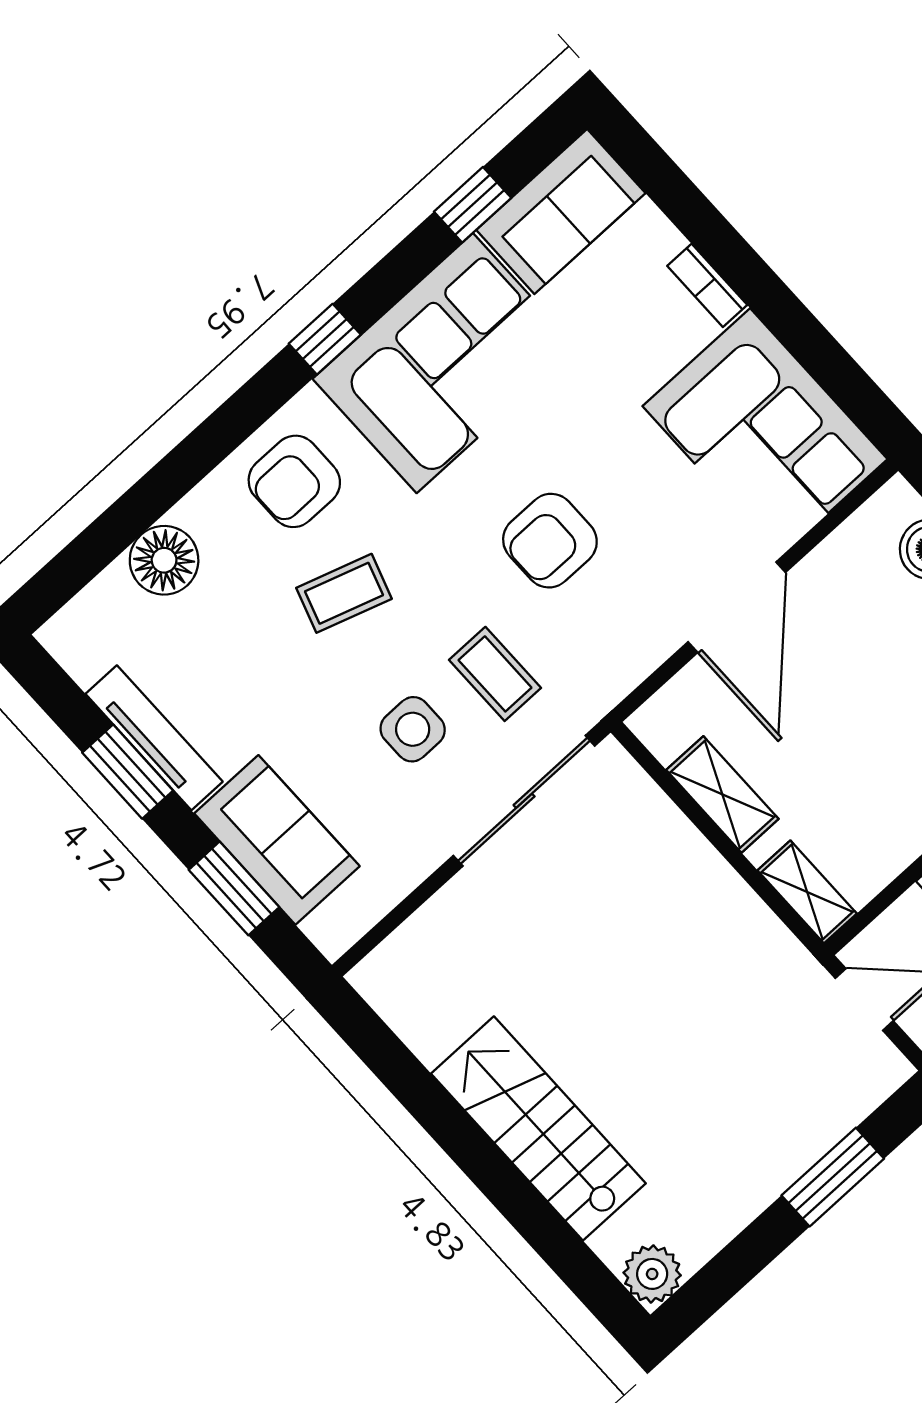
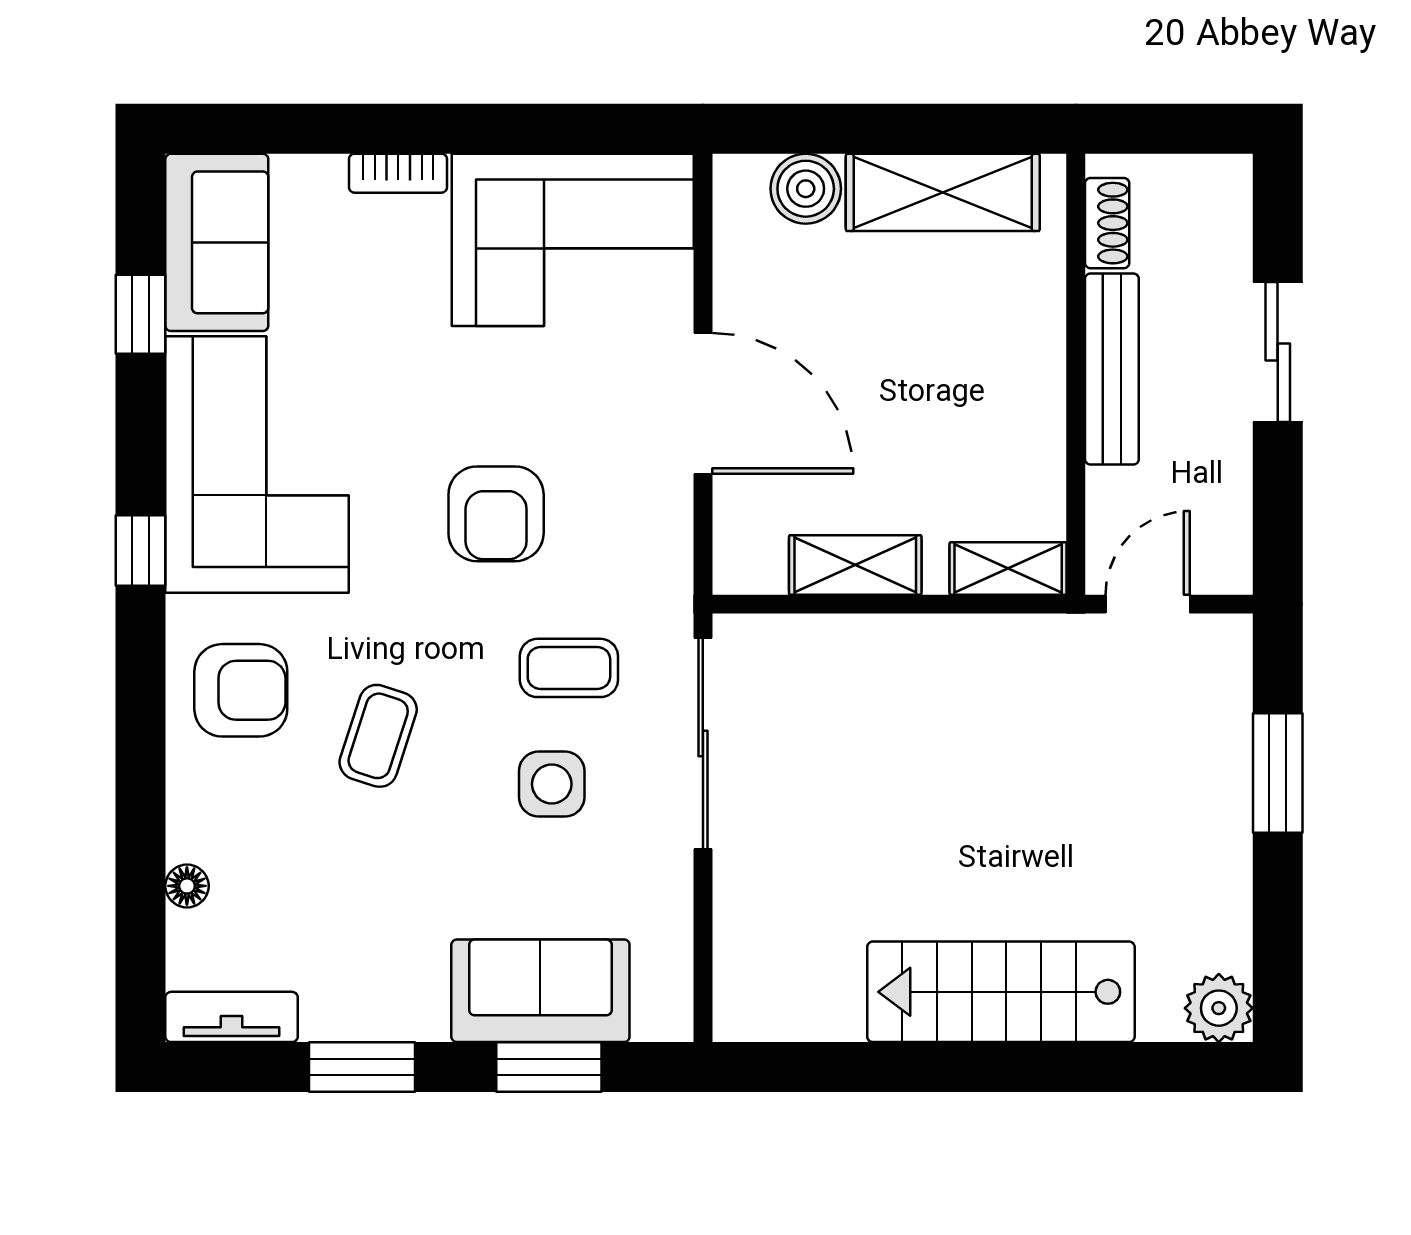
armchair: (294, 481) -> (241, 690), turned -90
floor lamp: (164, 560) -> (187, 886), width x0.53, depth x0.53
tv unit: (154, 738) -> (232, 1017), moved, width x0.71

